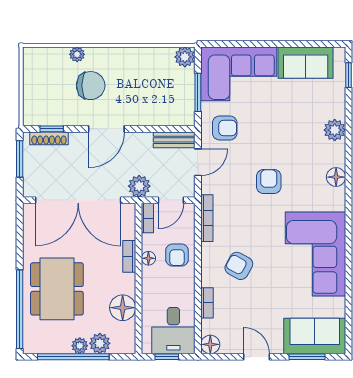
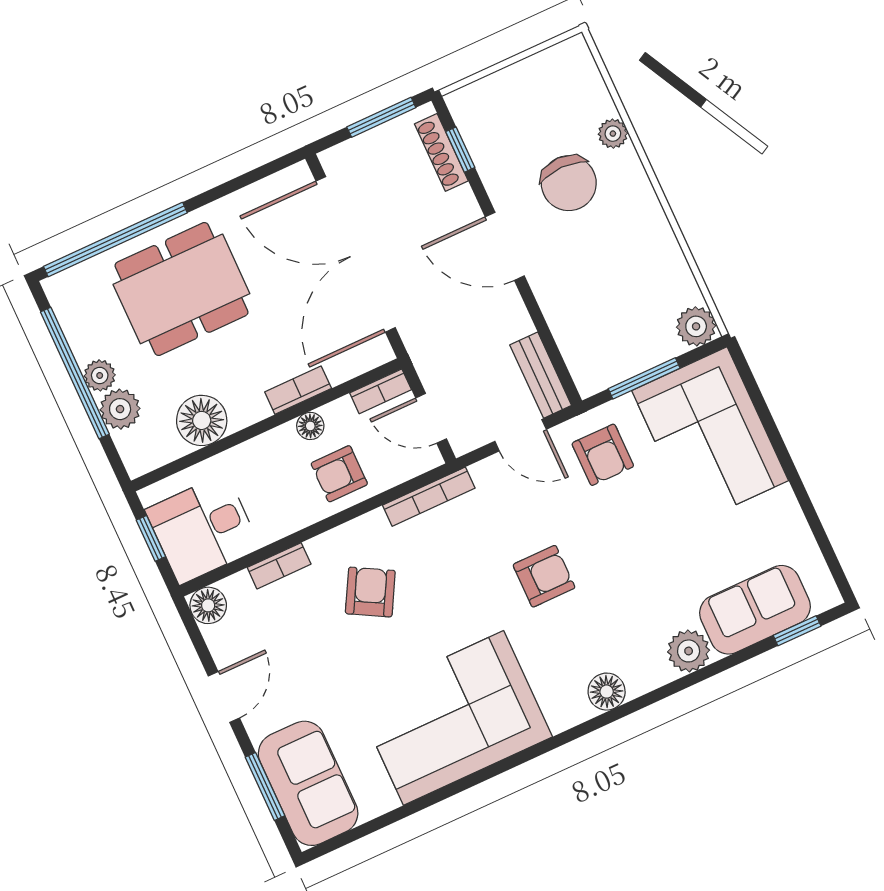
sofa: (306, 63) -> (755, 610), moved, turned 90
plant: (139, 186) -> (430, 351), removed

